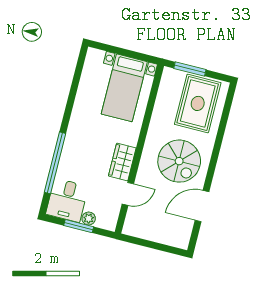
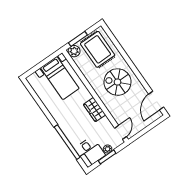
plant: (171, 77) -> (74, 51), added
spiral stairs: (179, 161) -> (117, 82), turned 180
door: (128, 194) -> (120, 132), moved
door: (202, 206) -> (156, 101), moved

